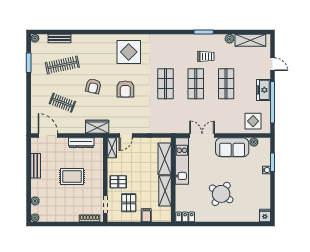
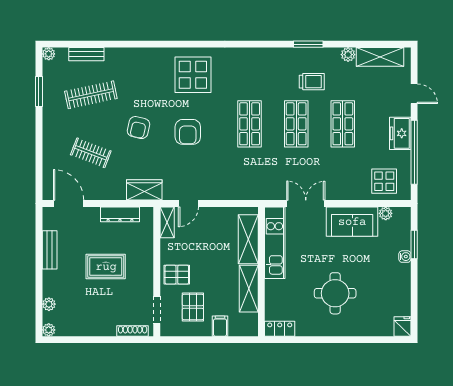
round table: (221, 194) -> (335, 293), turned -34

